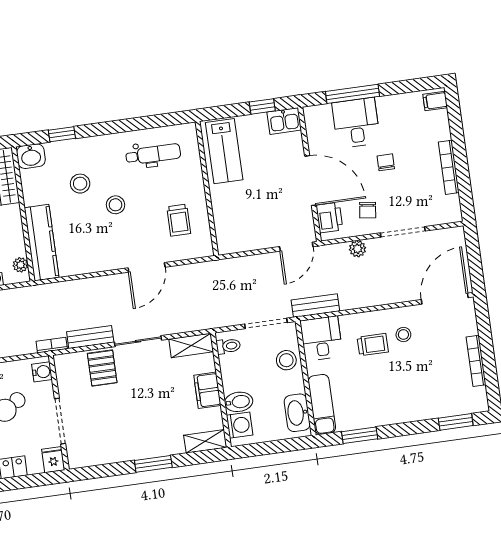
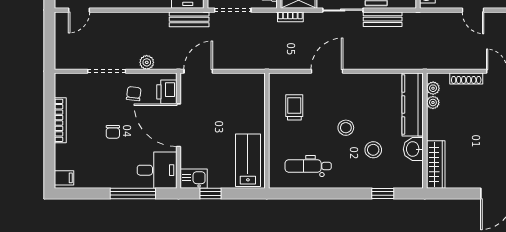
desk: (356, 123) -> (157, 170), moved, turned -90
washbasin: (31, 156) -> (413, 149), moved, turned -90
plant: (18, 248) -> (433, 102), added
door: (445, 299) -> (79, 10), width x0.53
bookcase: (52, 345) -> (290, 17), moved

